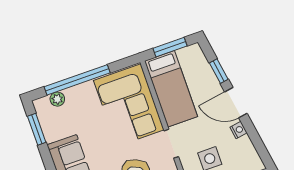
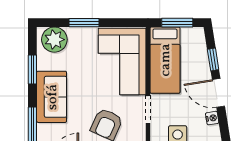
window: (77, 80) -> (84, 23), width x0.47
plant: (57, 99) -> (54, 40), width x1.88, depth x1.88
window: (37, 129) -> (32, 70), moved

